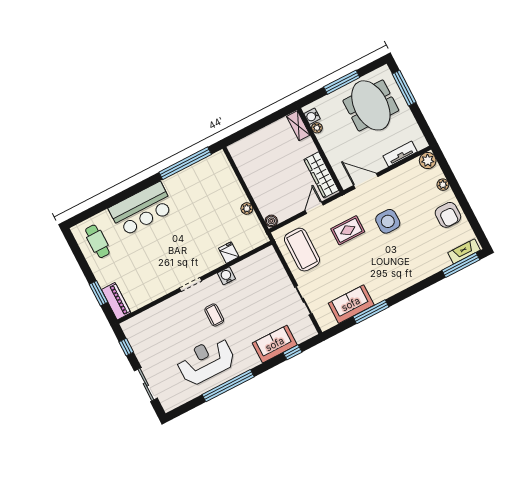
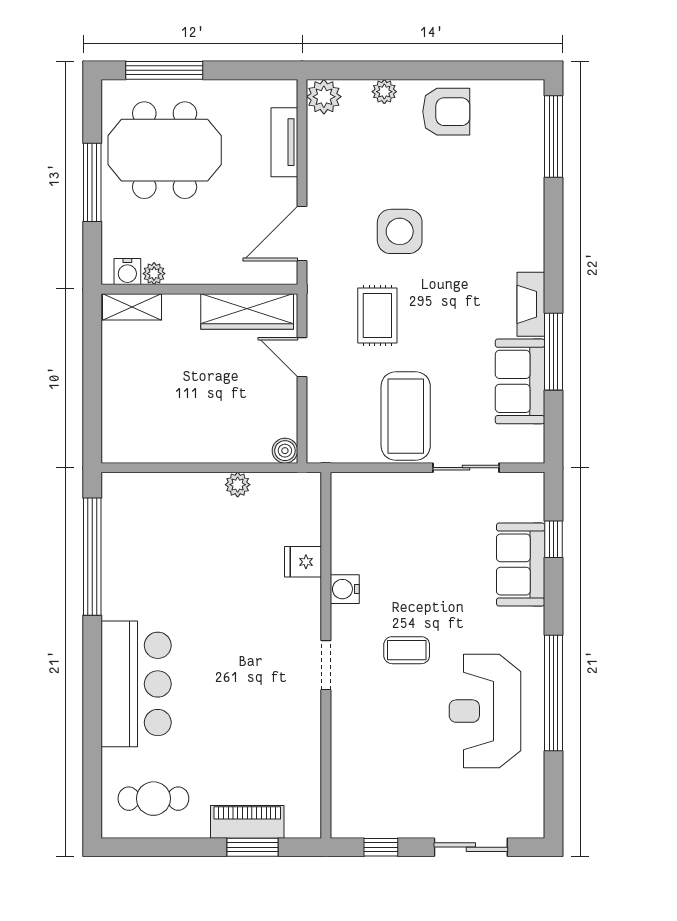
coffee table: (302, 250) -> (406, 416), moved, turned 90
fireplace: (464, 251) -> (531, 304), moved
piano: (116, 301) -> (247, 822), moved

